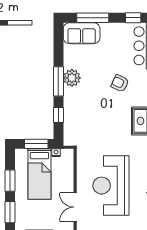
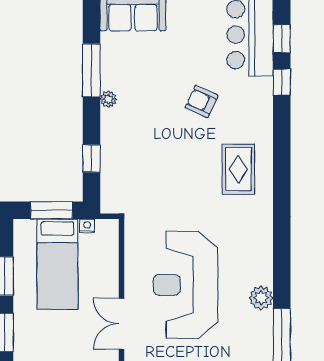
plant: (72, 78) -> (108, 99), width x0.53, depth x0.53
window: (58, 81) -> (91, 70), moved

